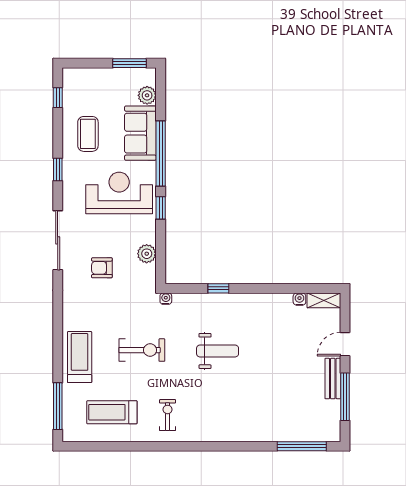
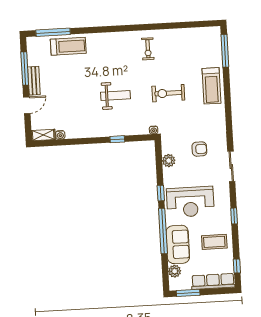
row of seats: (93, 78) -> (213, 281), added
coffee table: (88, 134) -> (214, 242), turned 90
sliding door: (58, 240) -> (231, 166), width x0.73
weight bench: (218, 351) -> (115, 95), turned 180
treadmill: (112, 412) -> (68, 46), moved

